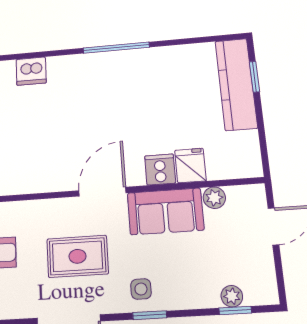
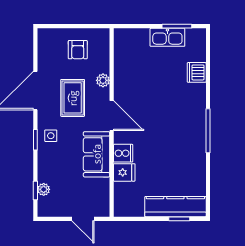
plant: (214, 198) -> (103, 80), moved

